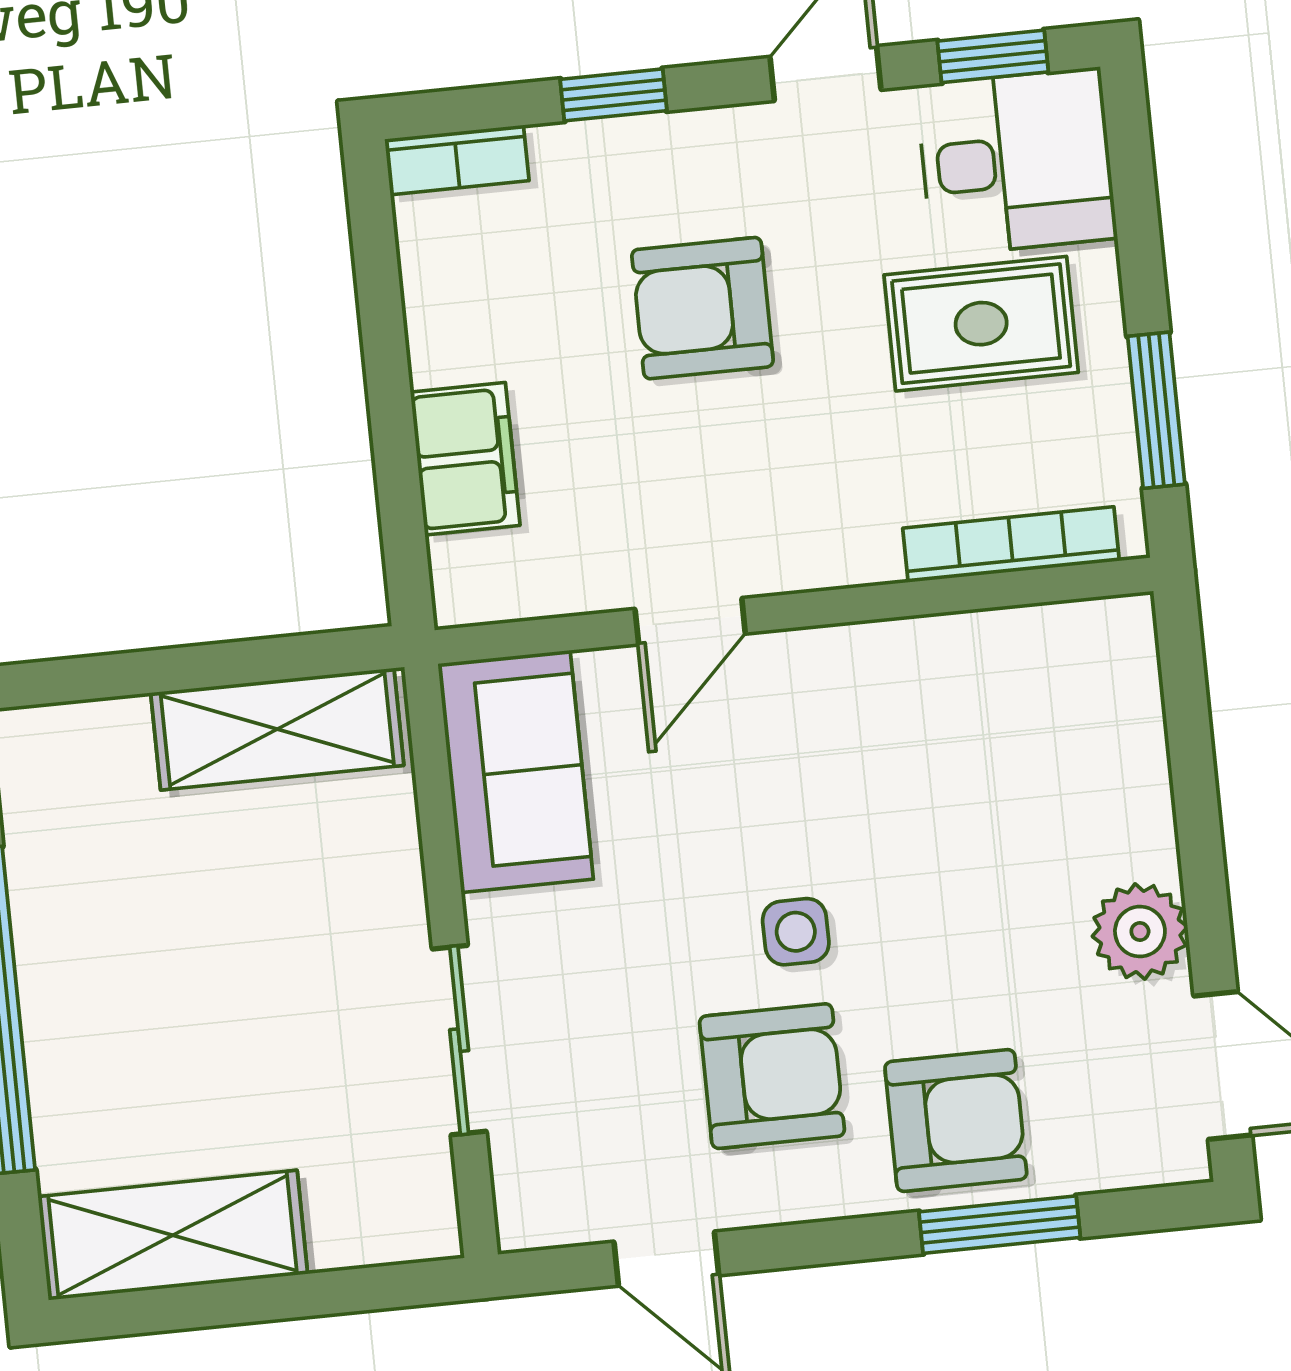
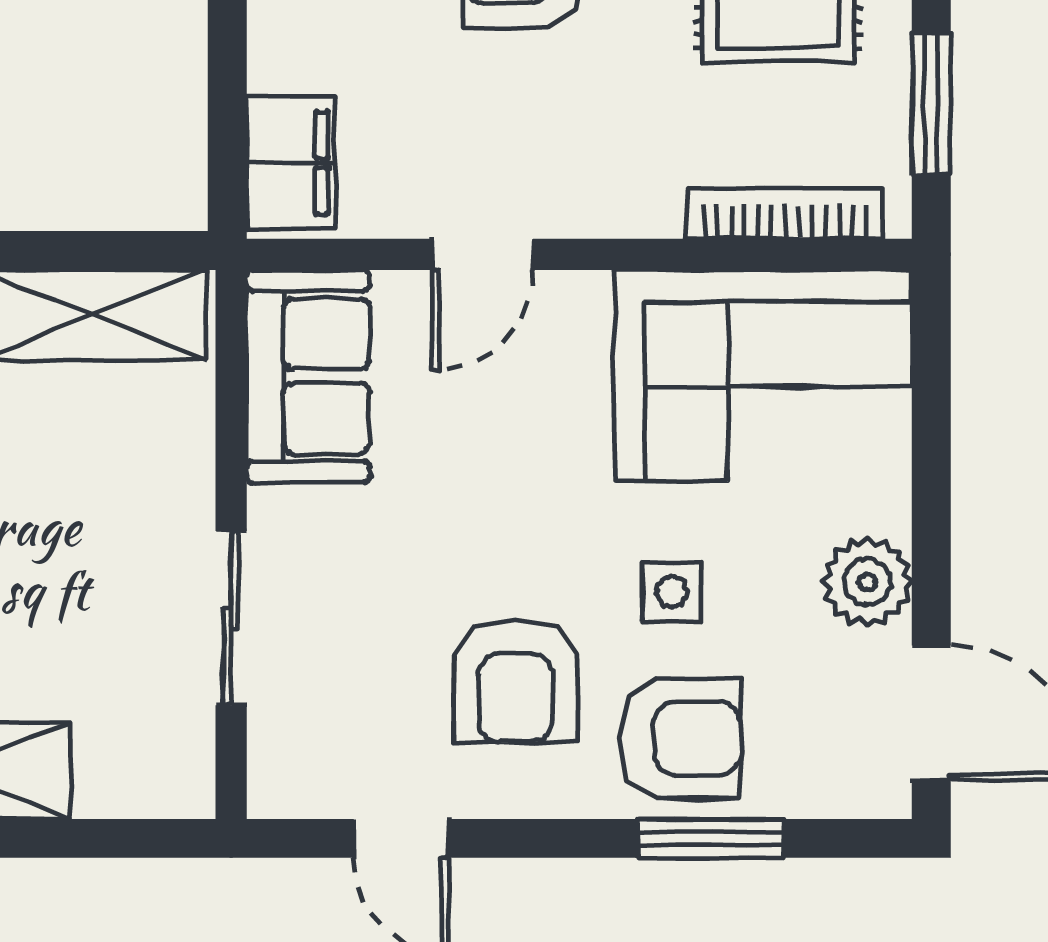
filing cabinet: (465, 459) -> (291, 163), moved
corner sofa: (1005, 721) -> (763, 376), added
side table: (796, 932) -> (672, 592), moved
armchair: (772, 1076) -> (515, 680), turned 90

